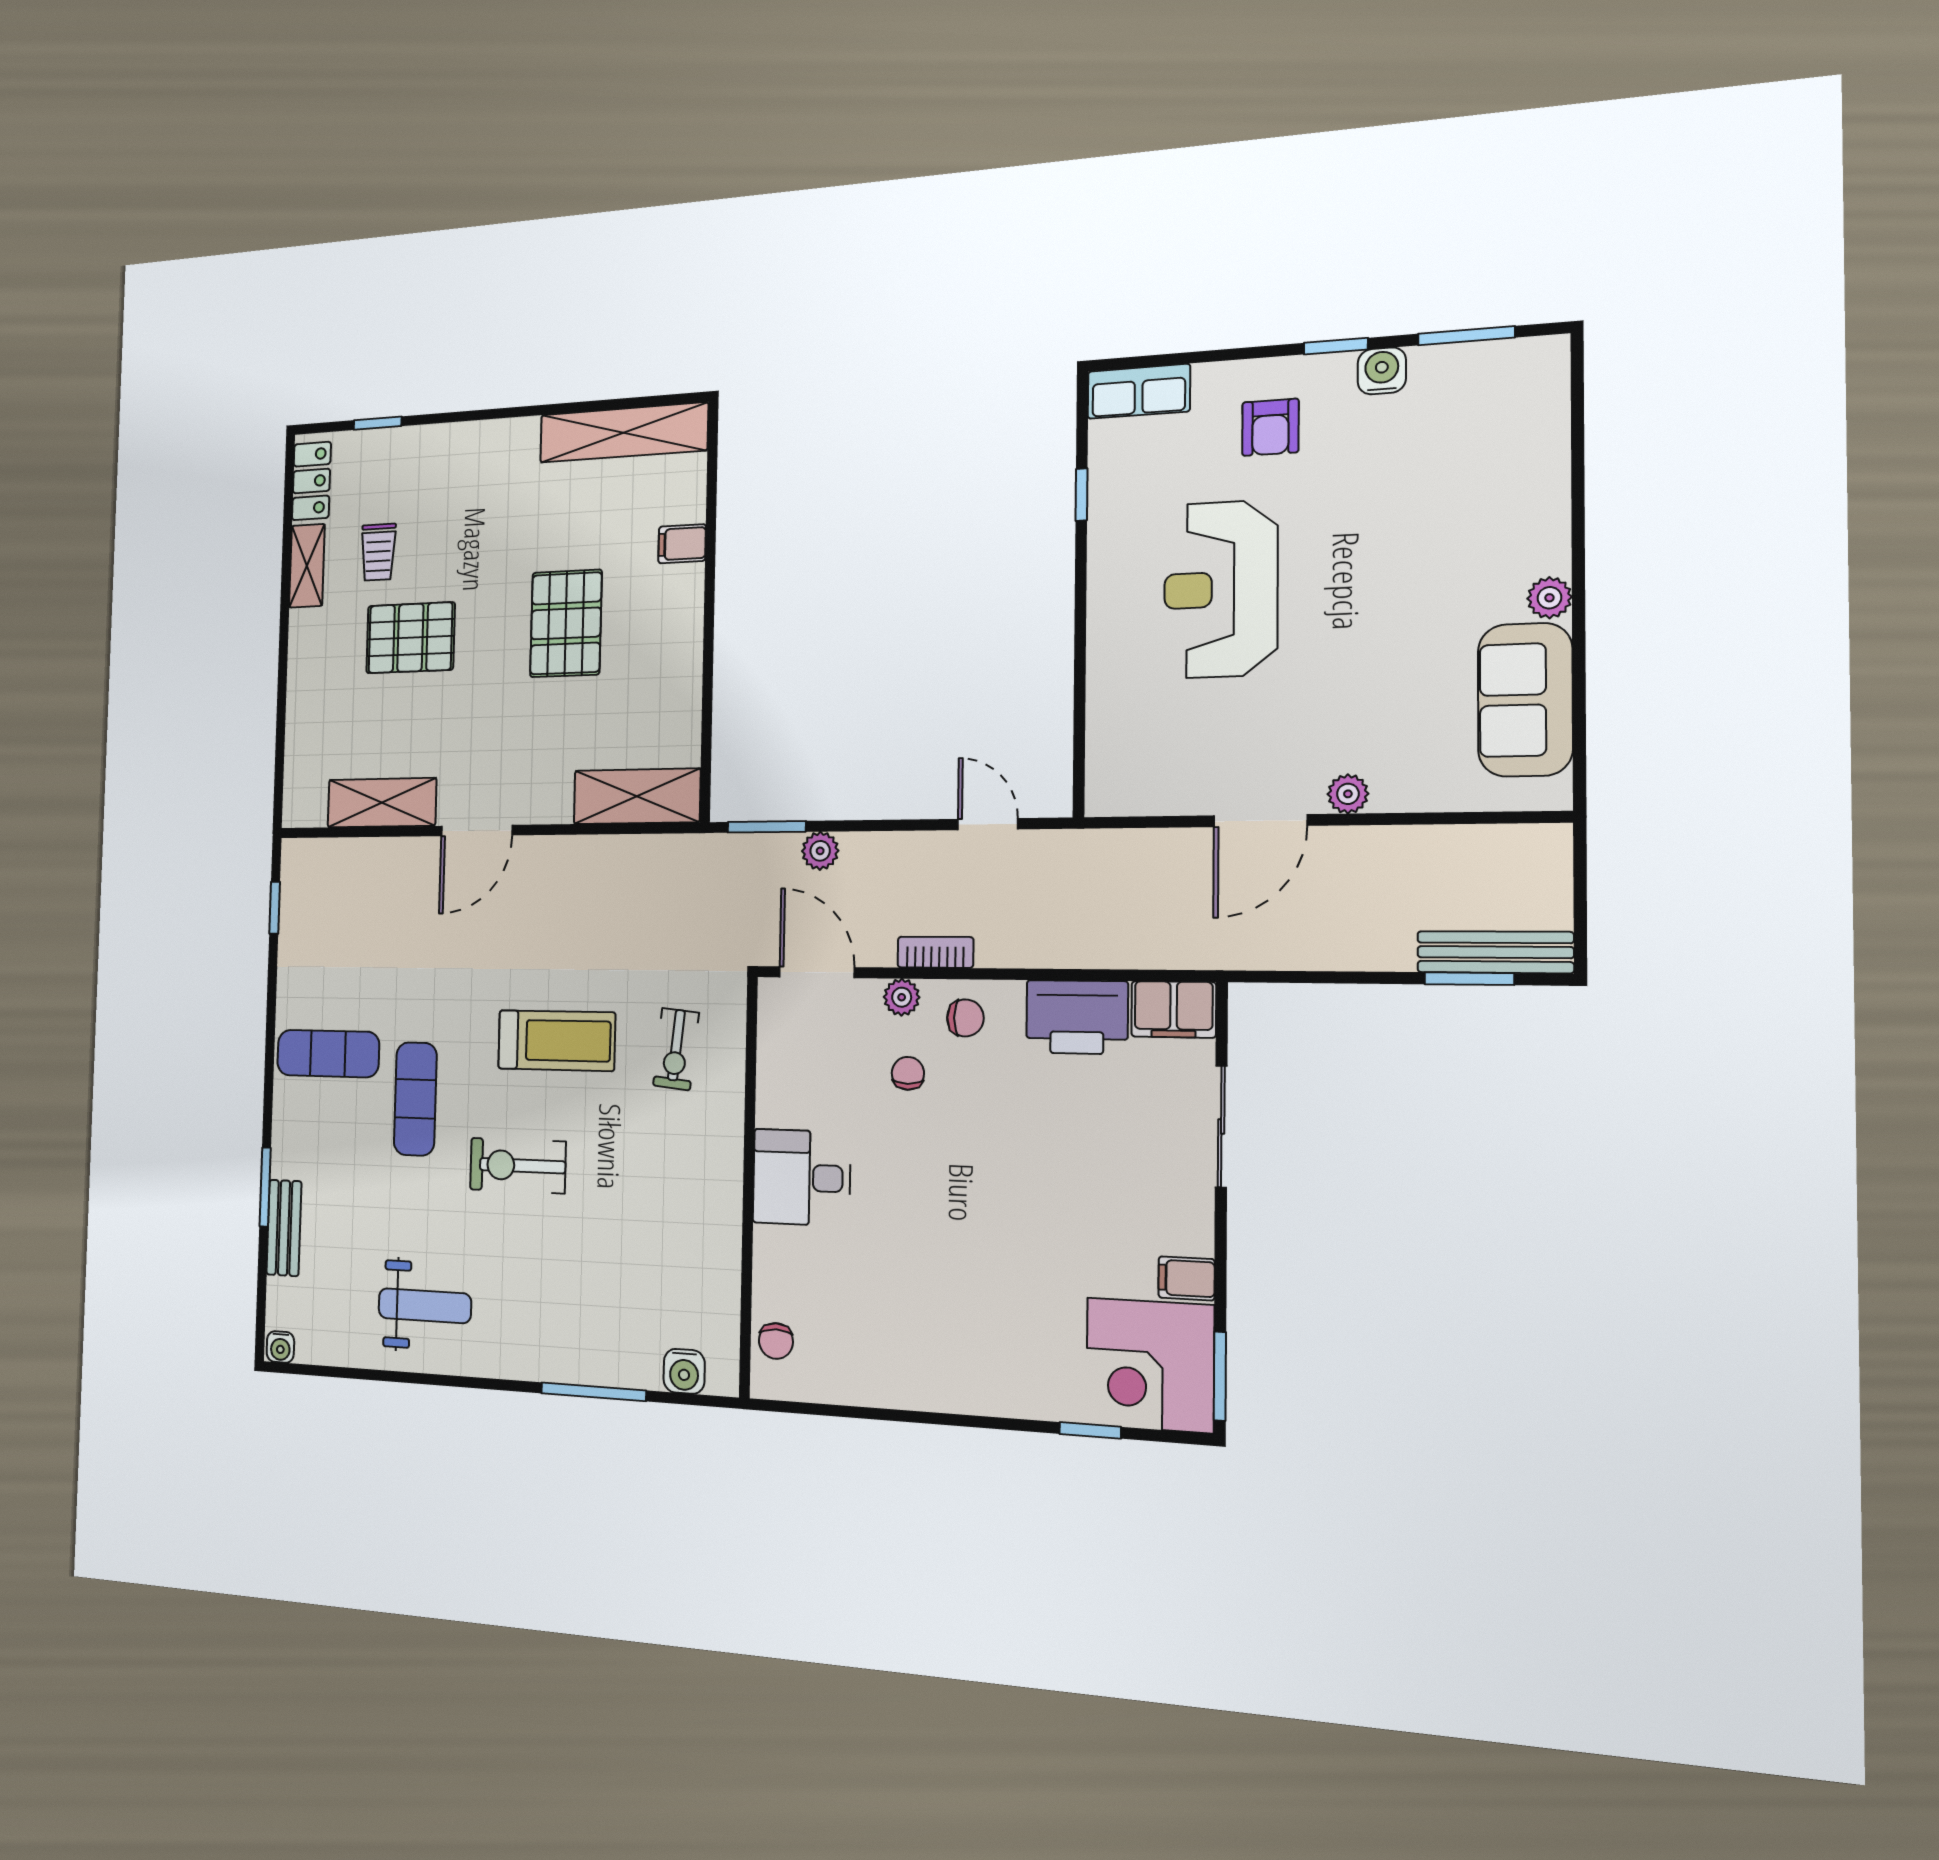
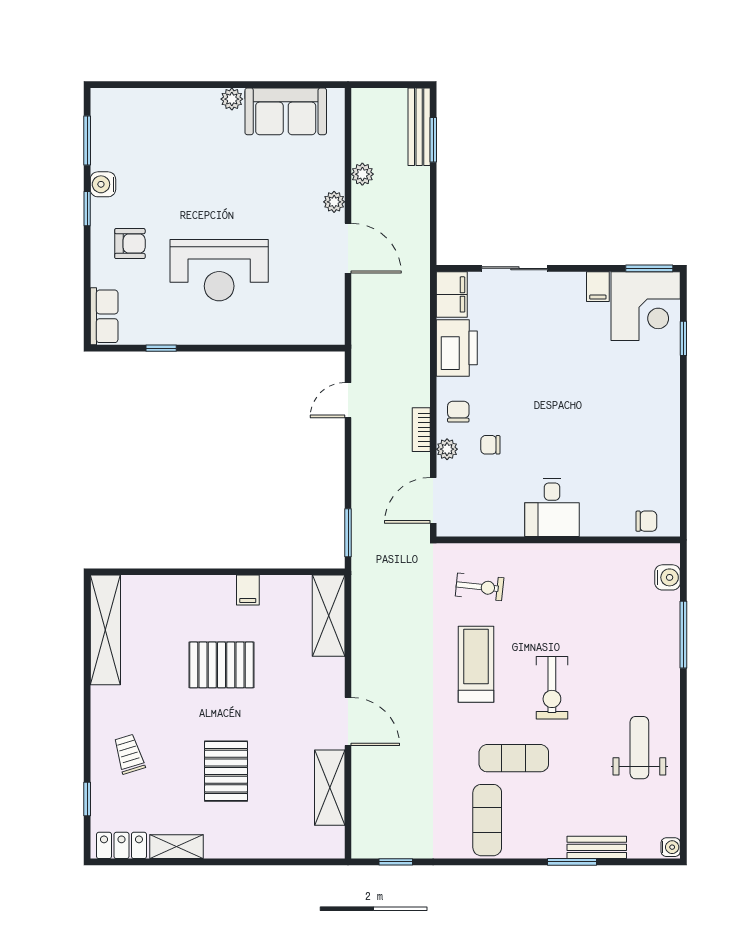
filing cabinet: (682, 544) -> (248, 590), moved
trolley: (378, 552) -> (129, 754), moved, turned -107
plant: (820, 851) -> (362, 174), moved

